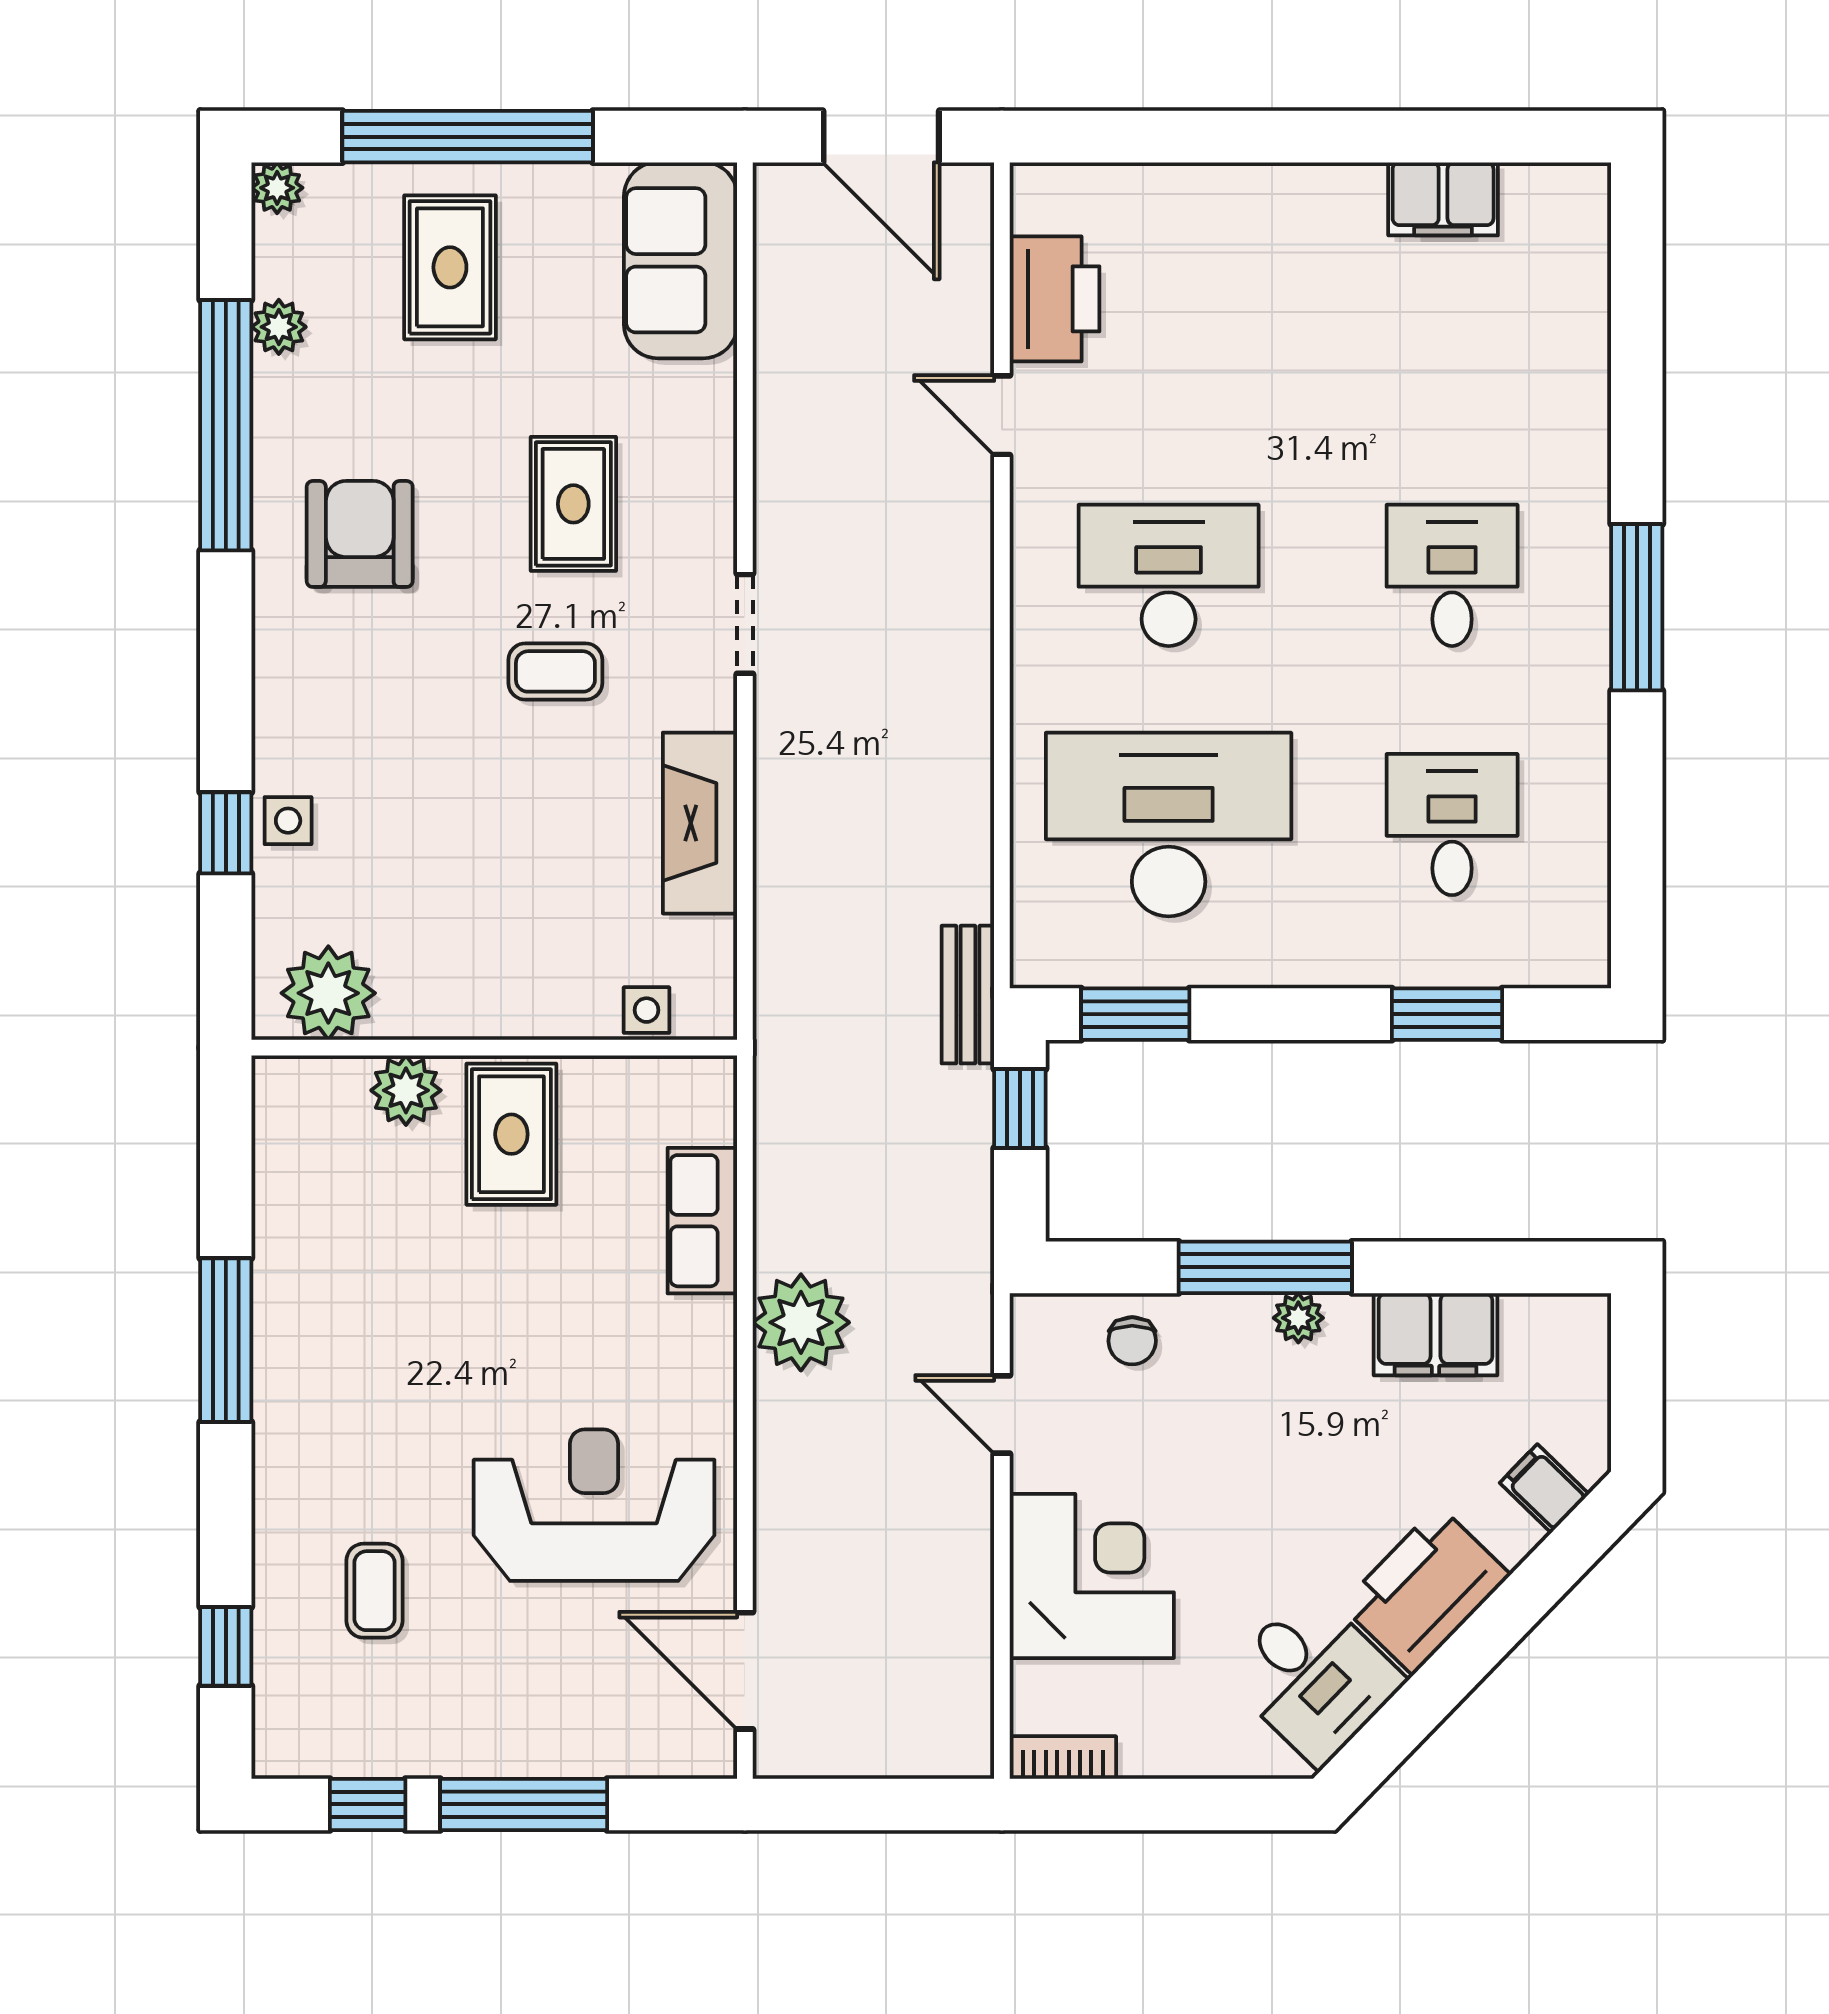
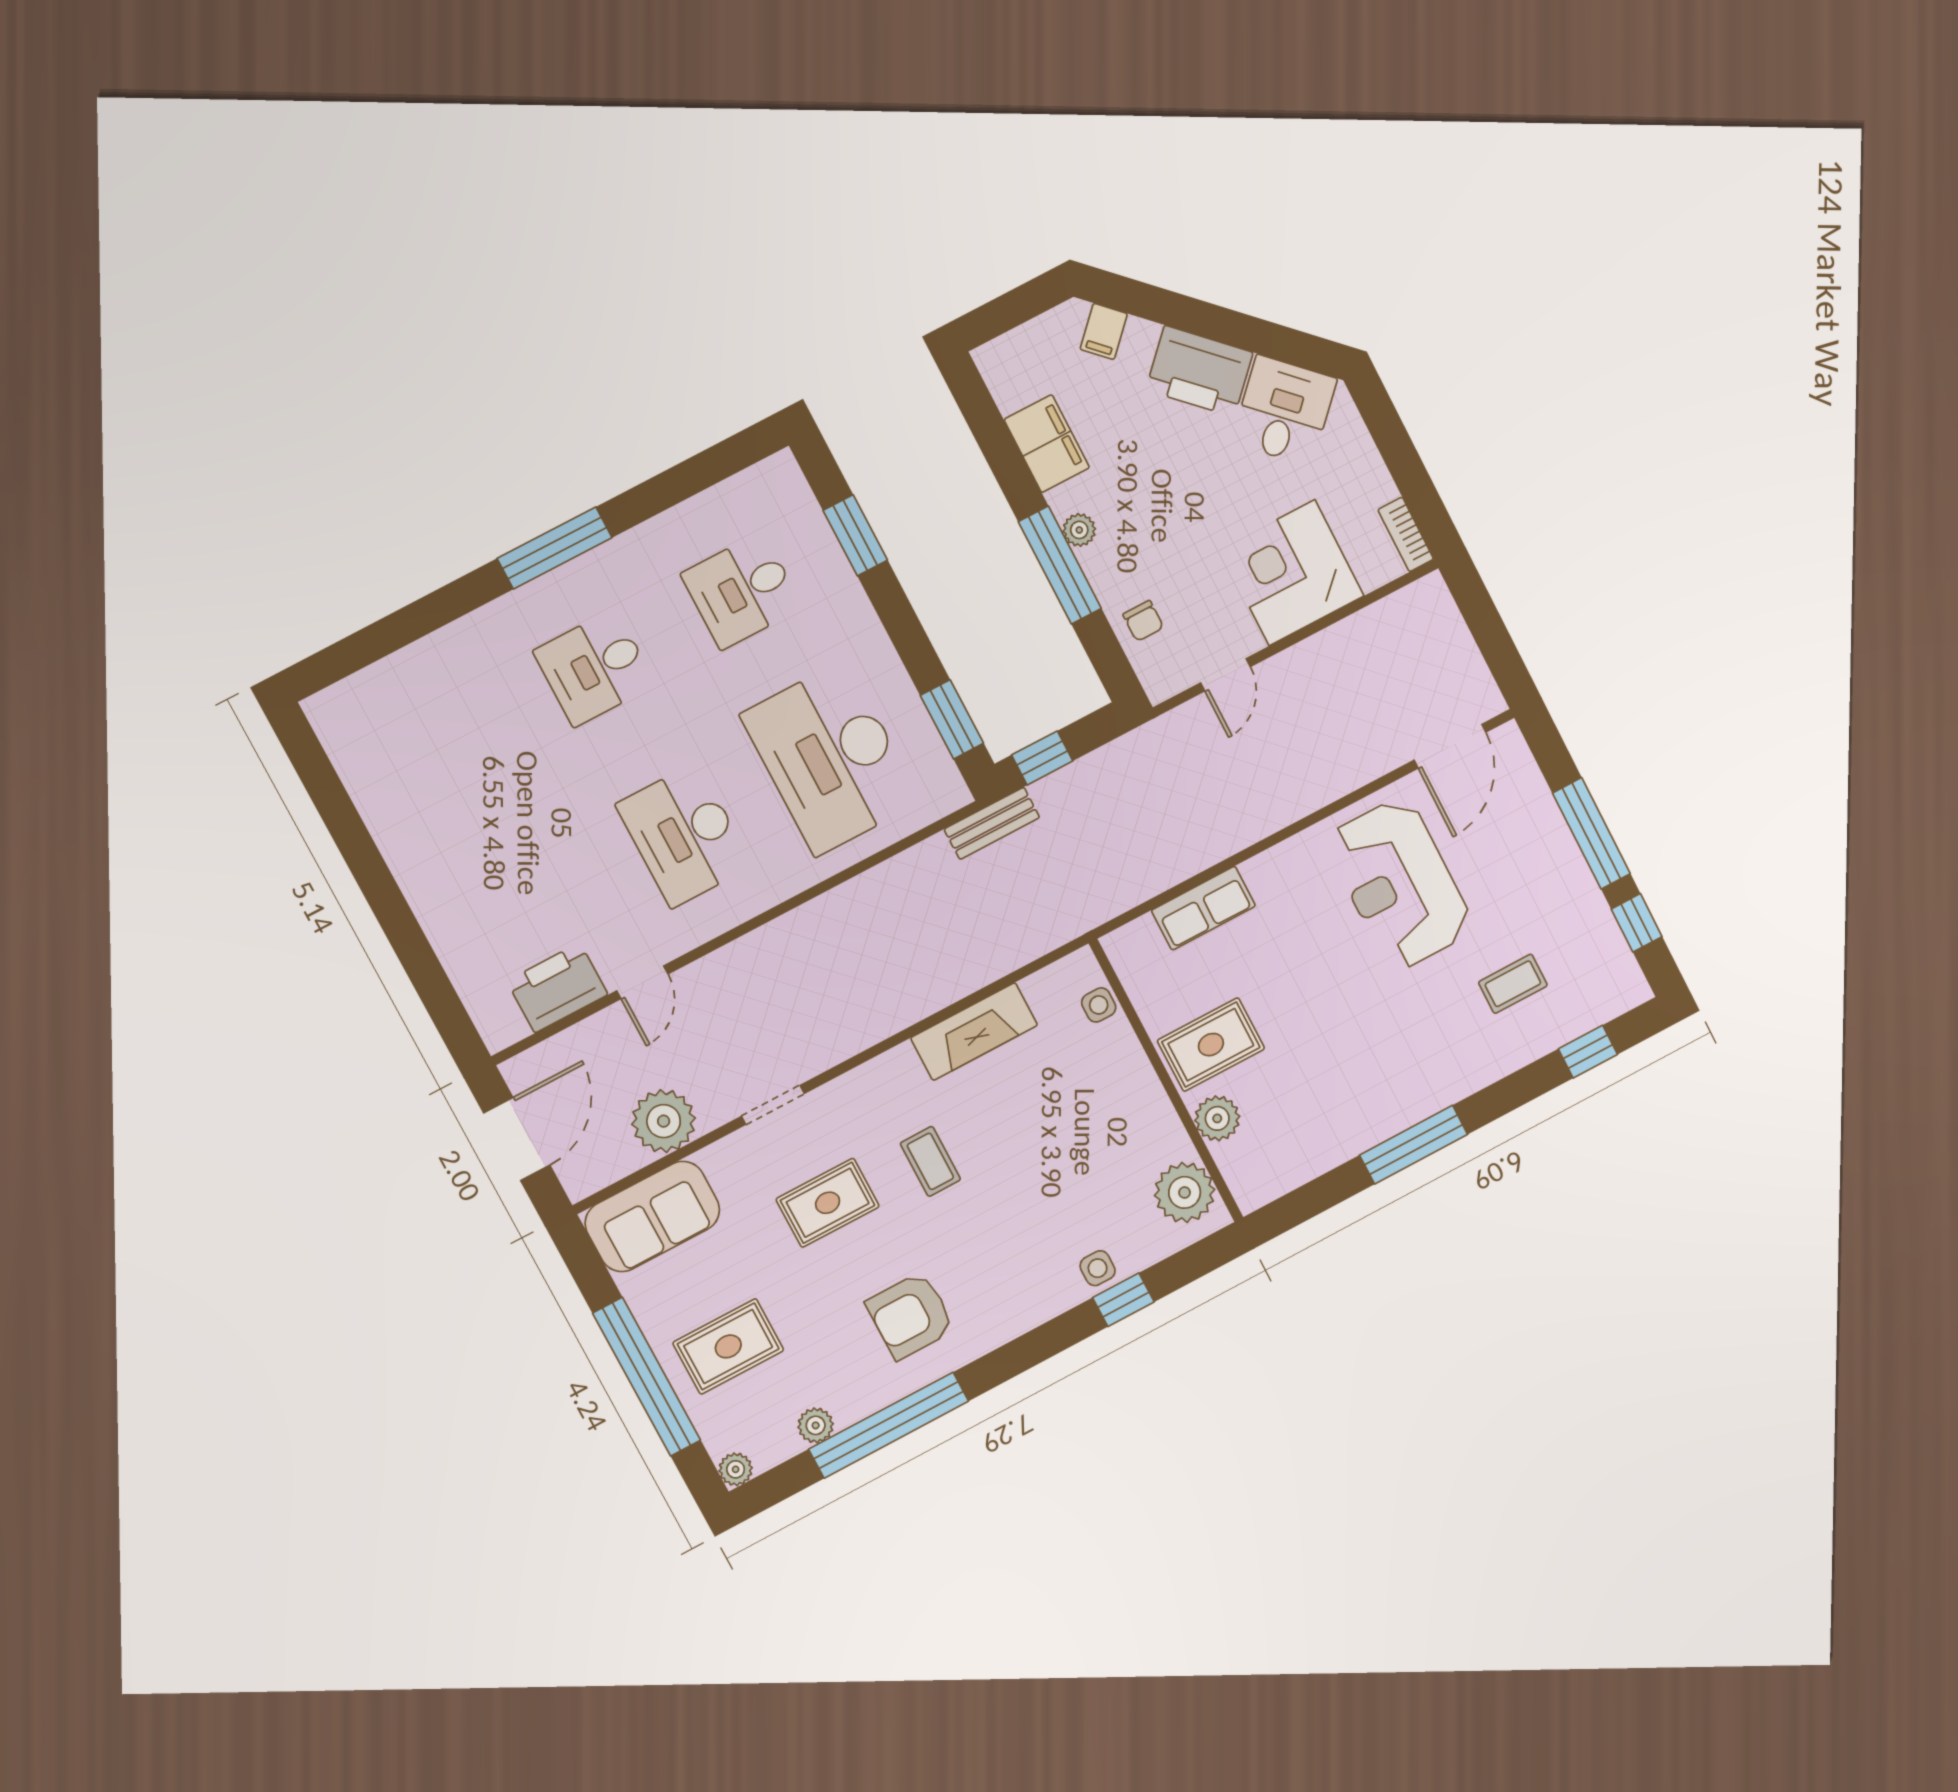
filing cabinet: (1443, 199) -> (374, 790), removed
doorway: (745, 624) -> (773, 1105), moved
plant: (801, 1322) -> (664, 1121), moved
chair: (1132, 1341) -> (1143, 621), turned 90

